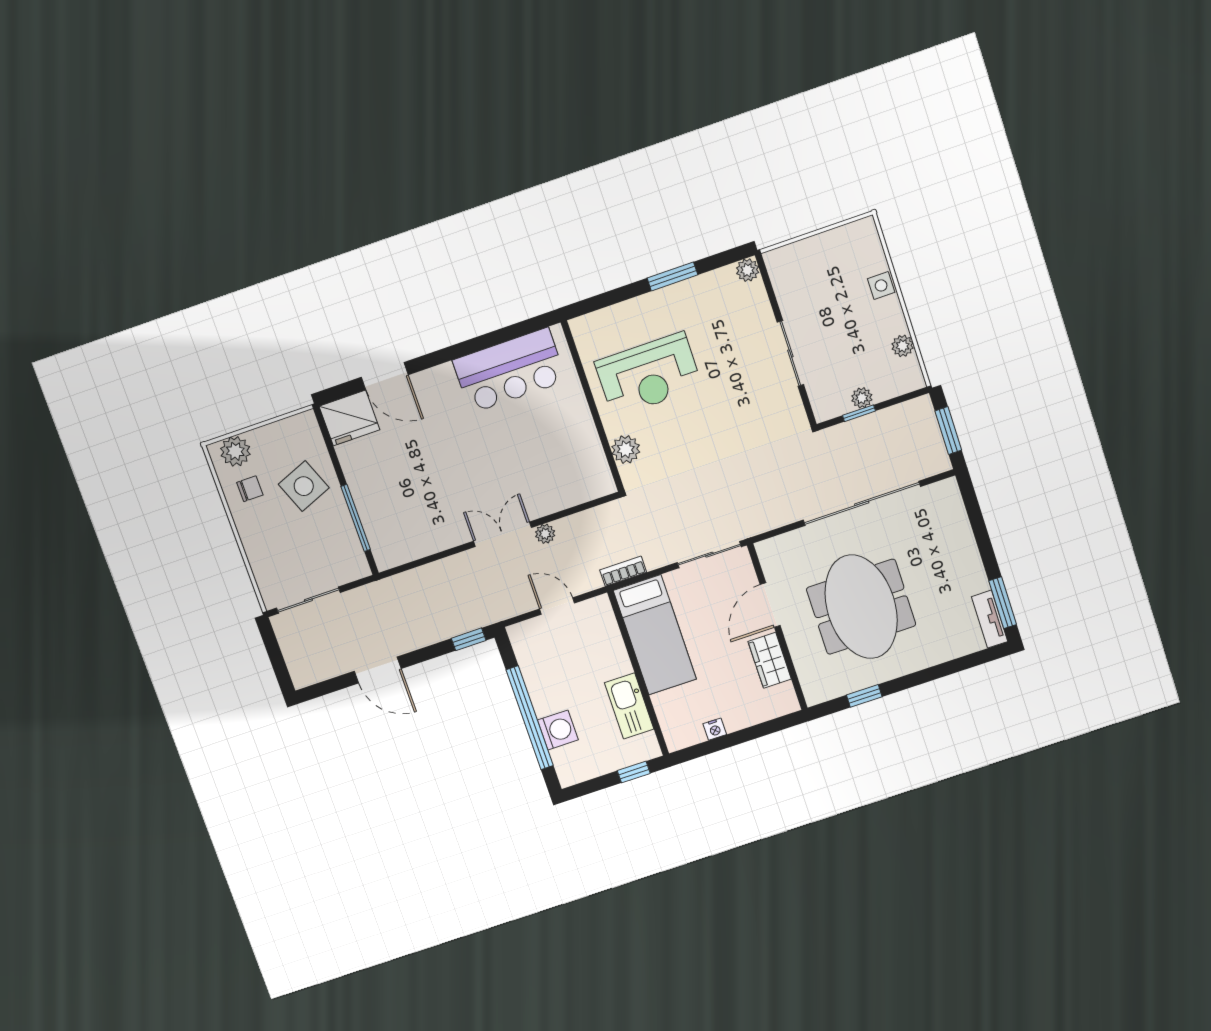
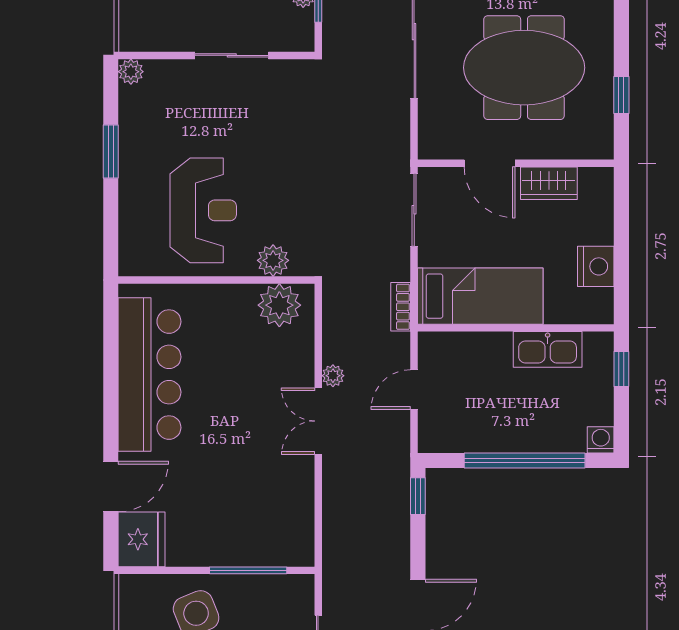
bar counter: (509, 370) -> (150, 375), width x1.36
plant: (589, 468) -> (279, 305), added
nightstand: (715, 729) -> (596, 266), width x1.89, depth x1.79
washing machine: (558, 730) -> (601, 440), moved, width x0.73, depth x0.73

